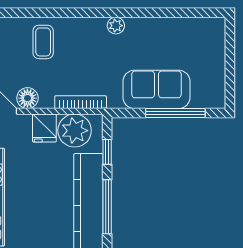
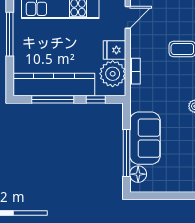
floor lamp: (27, 98) -> (138, 174), moved
bookcase: (81, 102) -> (135, 71), width x0.64

